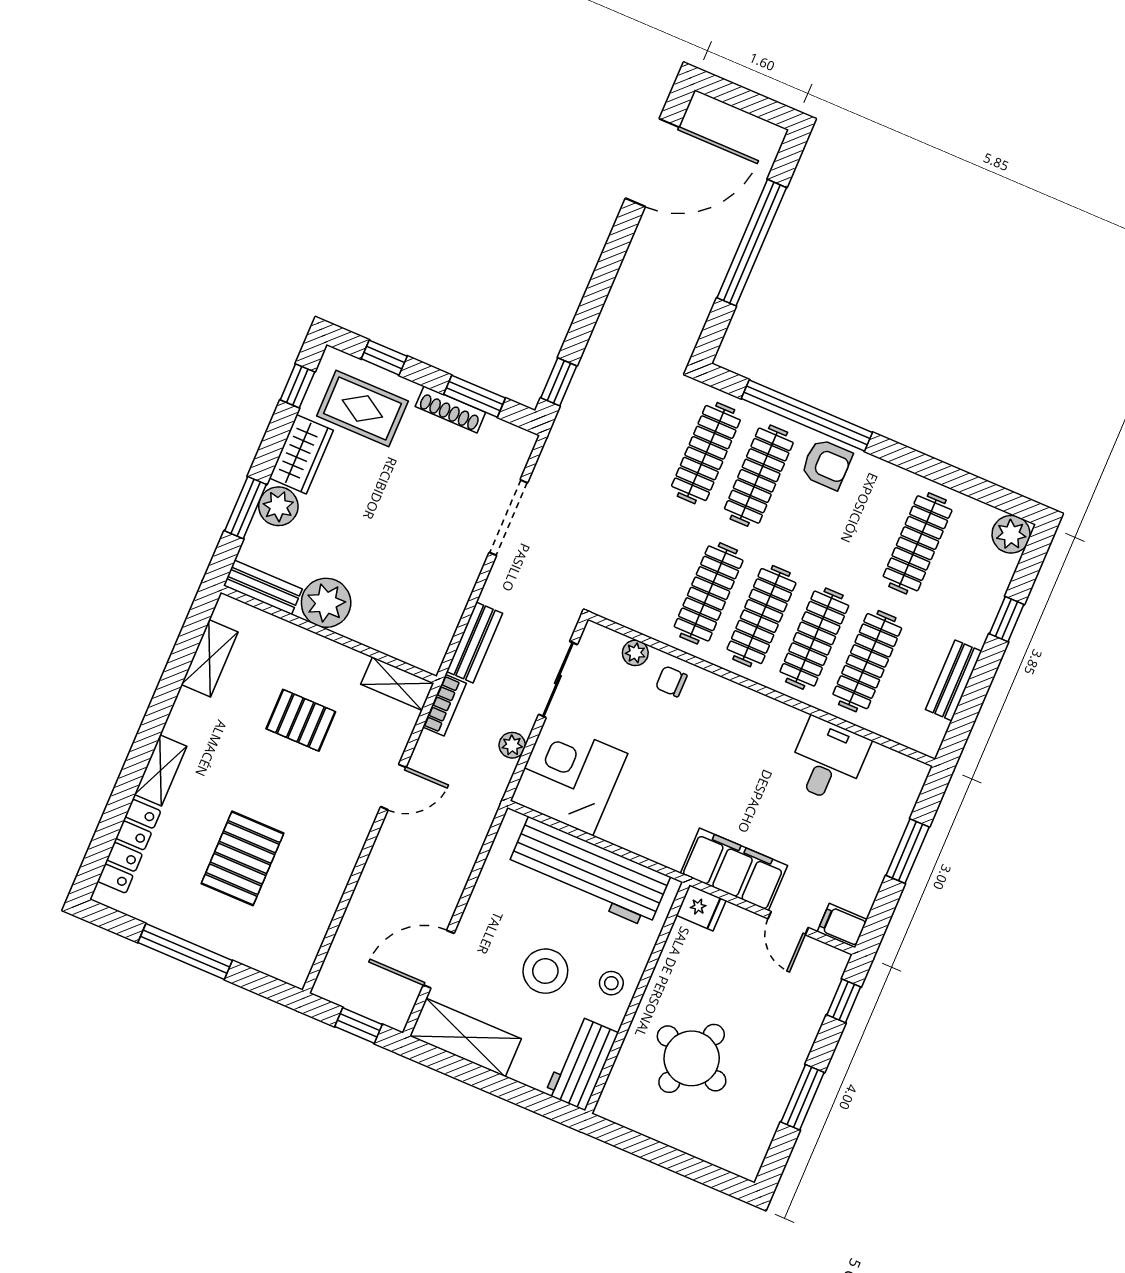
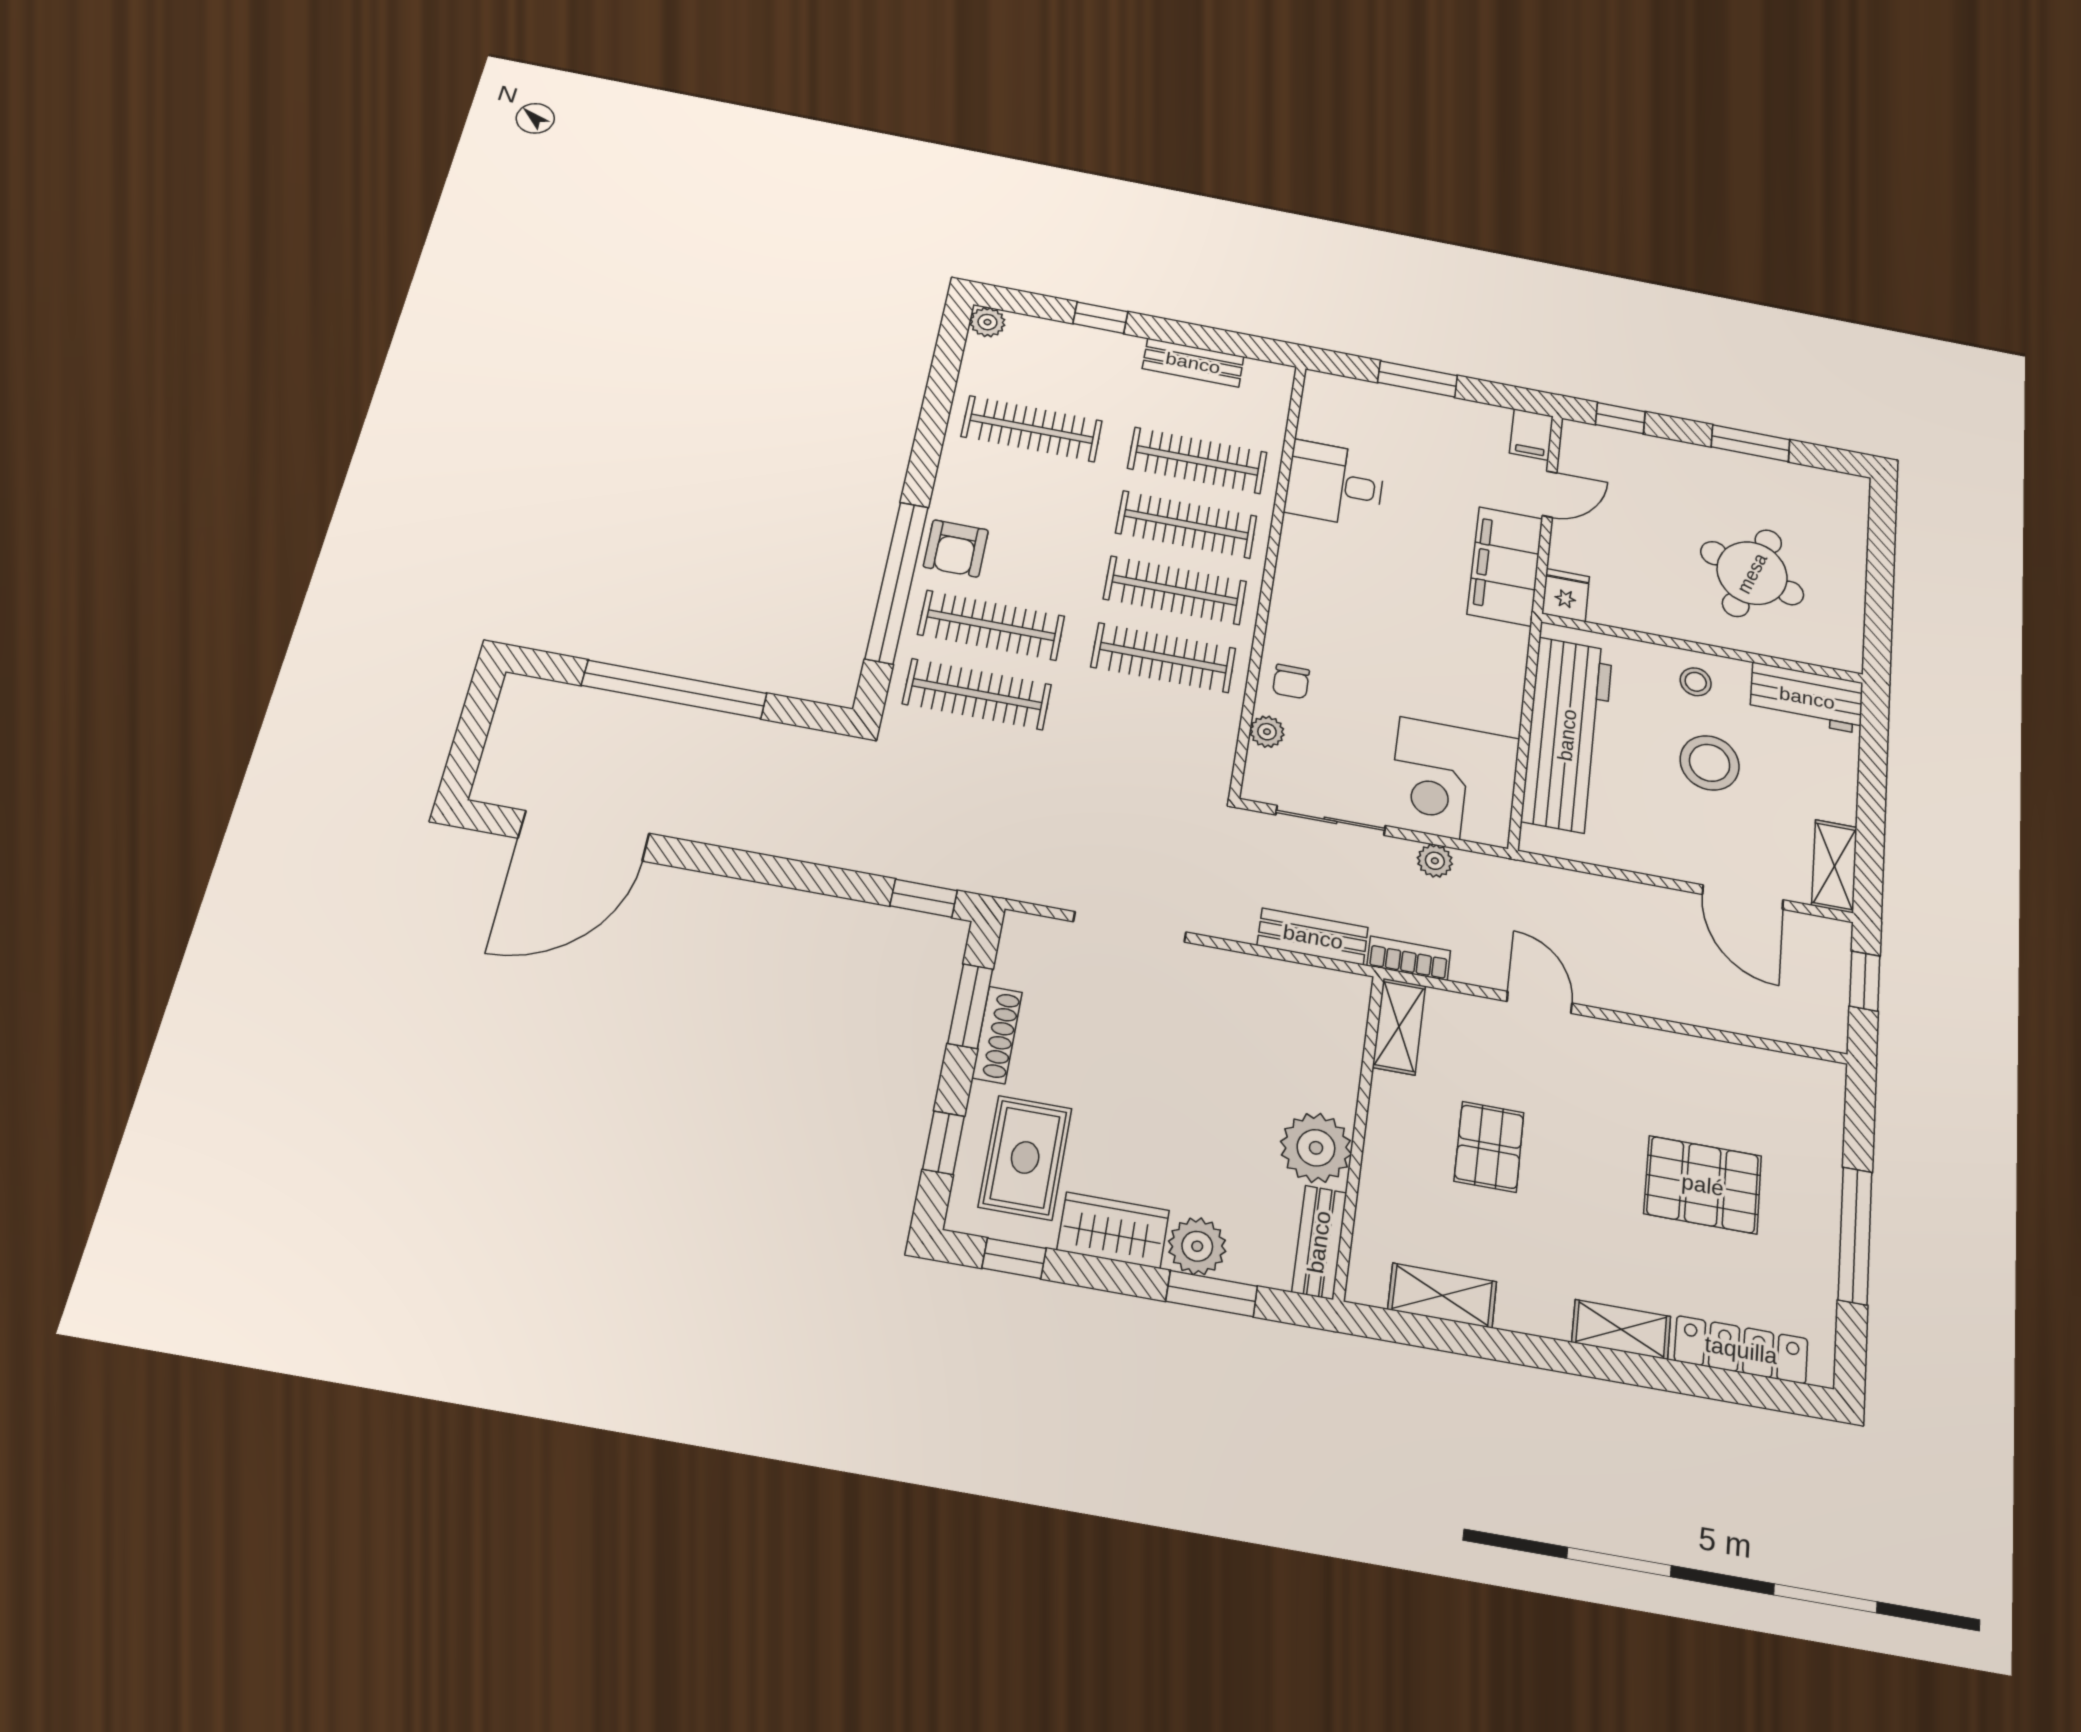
door: (652, 163) -> (584, 836), swing flipped
armchair: (827, 464) -> (956, 548), turned 180
plant: (1011, 534) -> (987, 322), width x0.73, depth x0.73
shelving: (466, 1037) -> (1834, 866), width x0.67, depth x0.75

